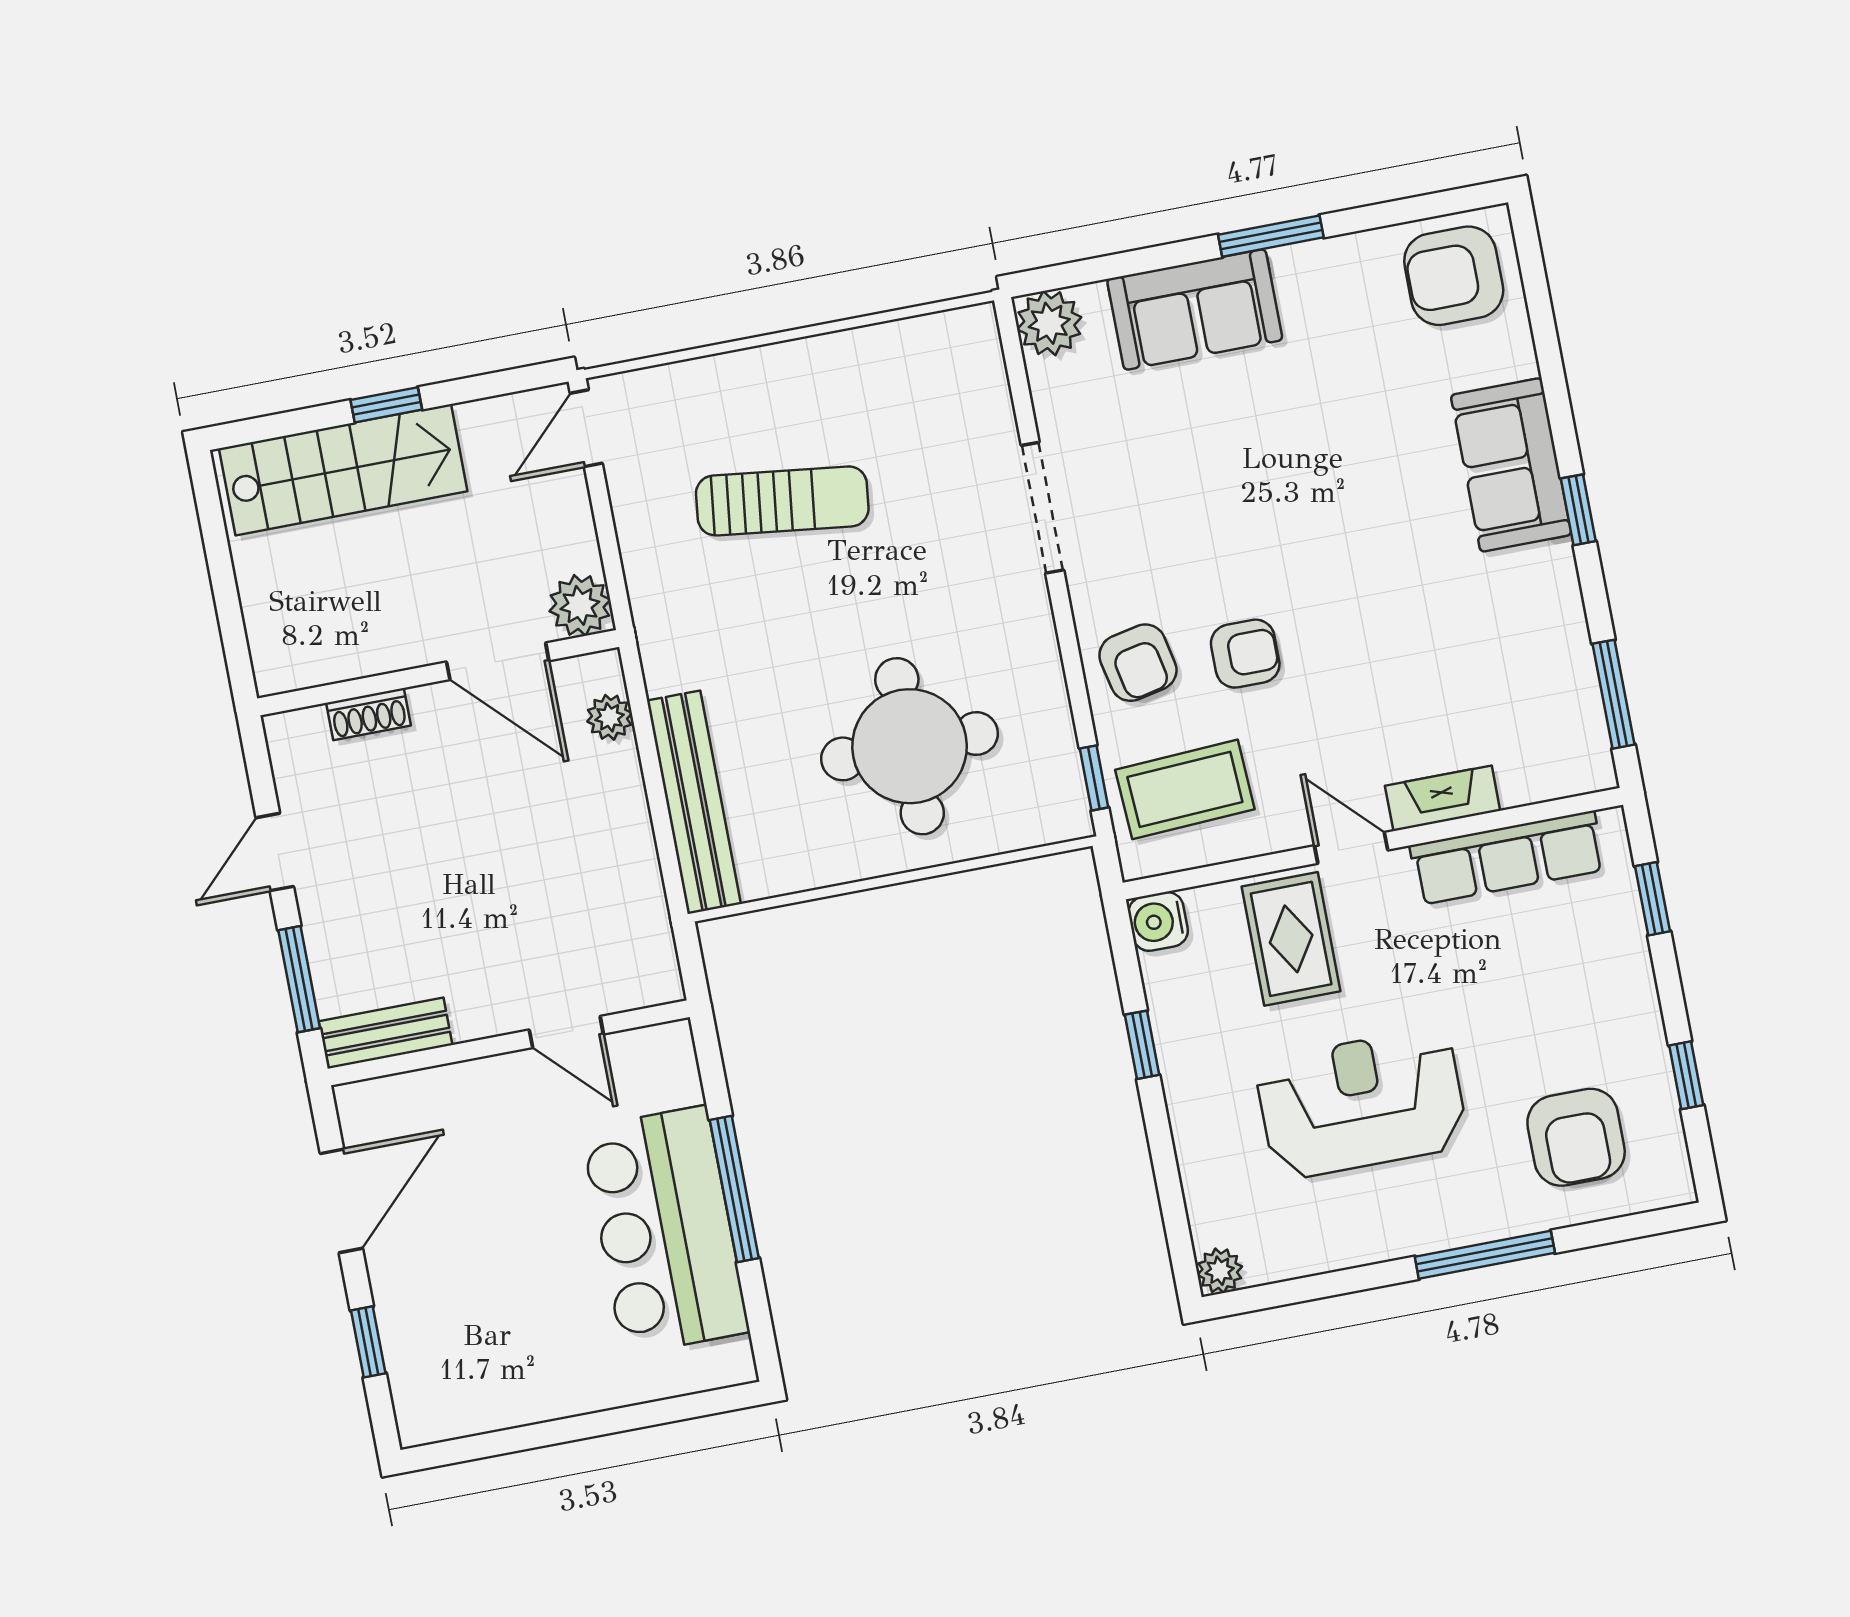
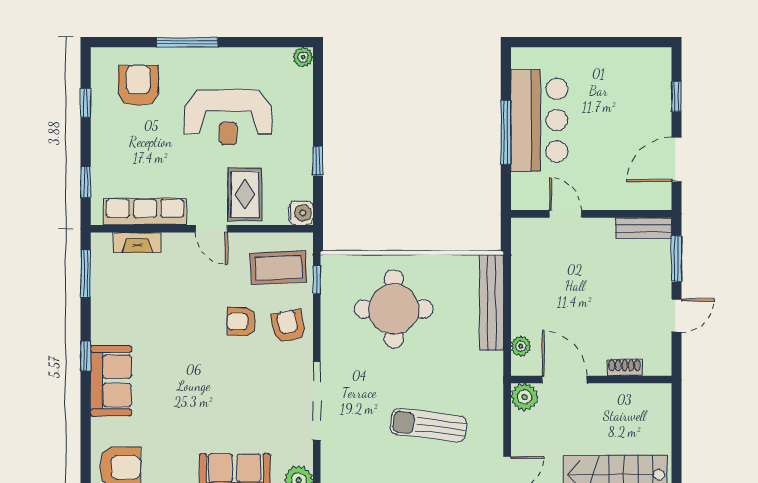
doorway: (1042, 508) -> (317, 401), width x1.36
fireplace: (1443, 798) -> (137, 243), moved

